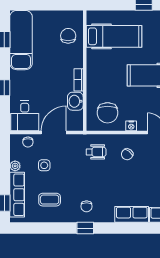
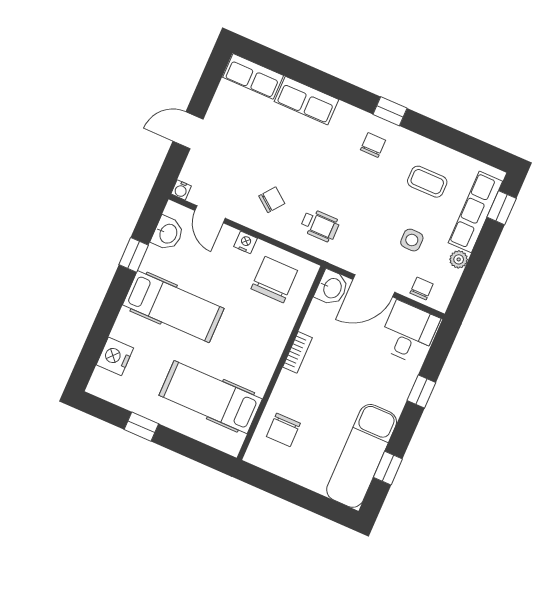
washbasin: (75, 101) -> (332, 288), moved
wheelchair: (96, 152) -> (320, 225), turned 180

